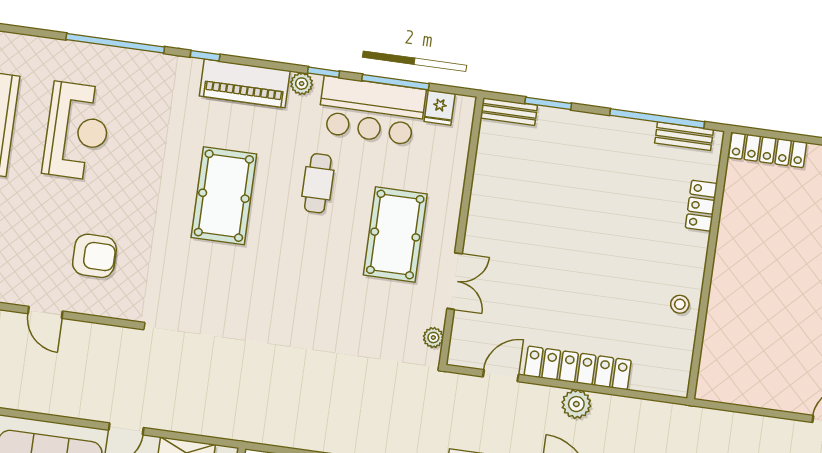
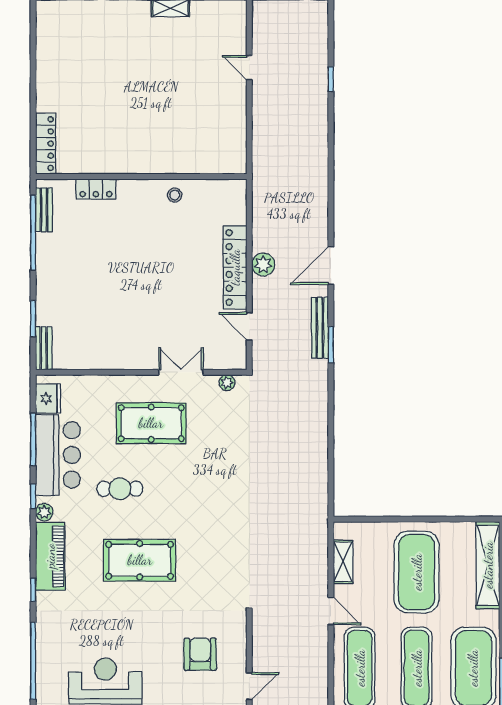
fridge: (440, 108) -> (48, 399), width x1.38

